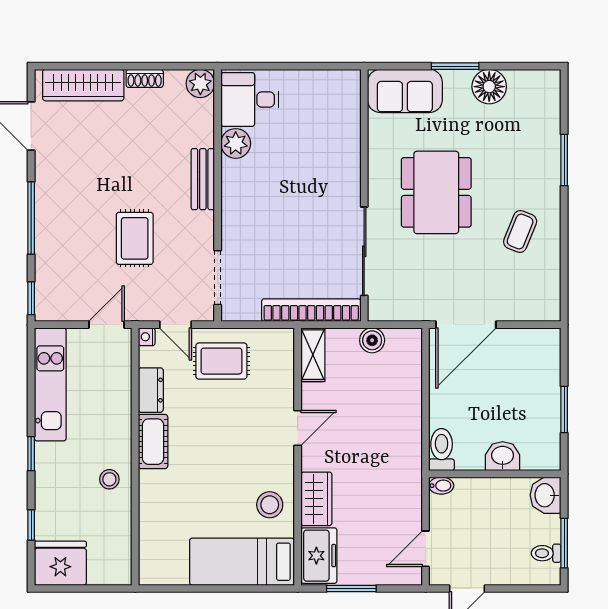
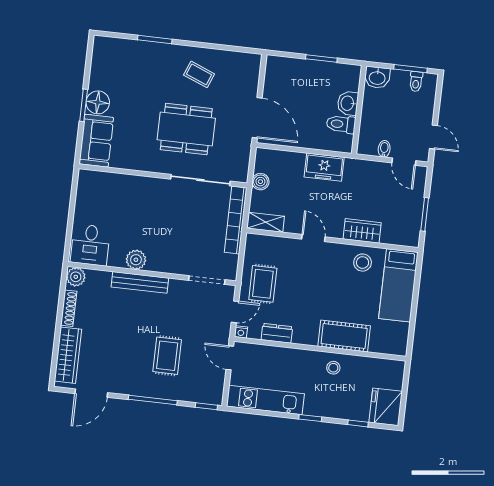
shoe rack: (145, 78) -> (69, 308), width x1.43
floor lamp: (489, 87) -> (98, 102), moved
plant: (236, 143) -> (136, 260), moved
bench: (203, 179) -> (140, 282), width x1.36
dining table: (436, 192) -> (186, 129), moved
rug: (135, 238) -> (167, 356), moved, turned 90
cot: (153, 442) -> (344, 336), moved, width x1.37, depth x1.34
toilet: (442, 450) -> (341, 124), moved
bidet: (441, 486) -> (384, 149), moved
freezer: (319, 556) -> (324, 167), moved, turned 180

